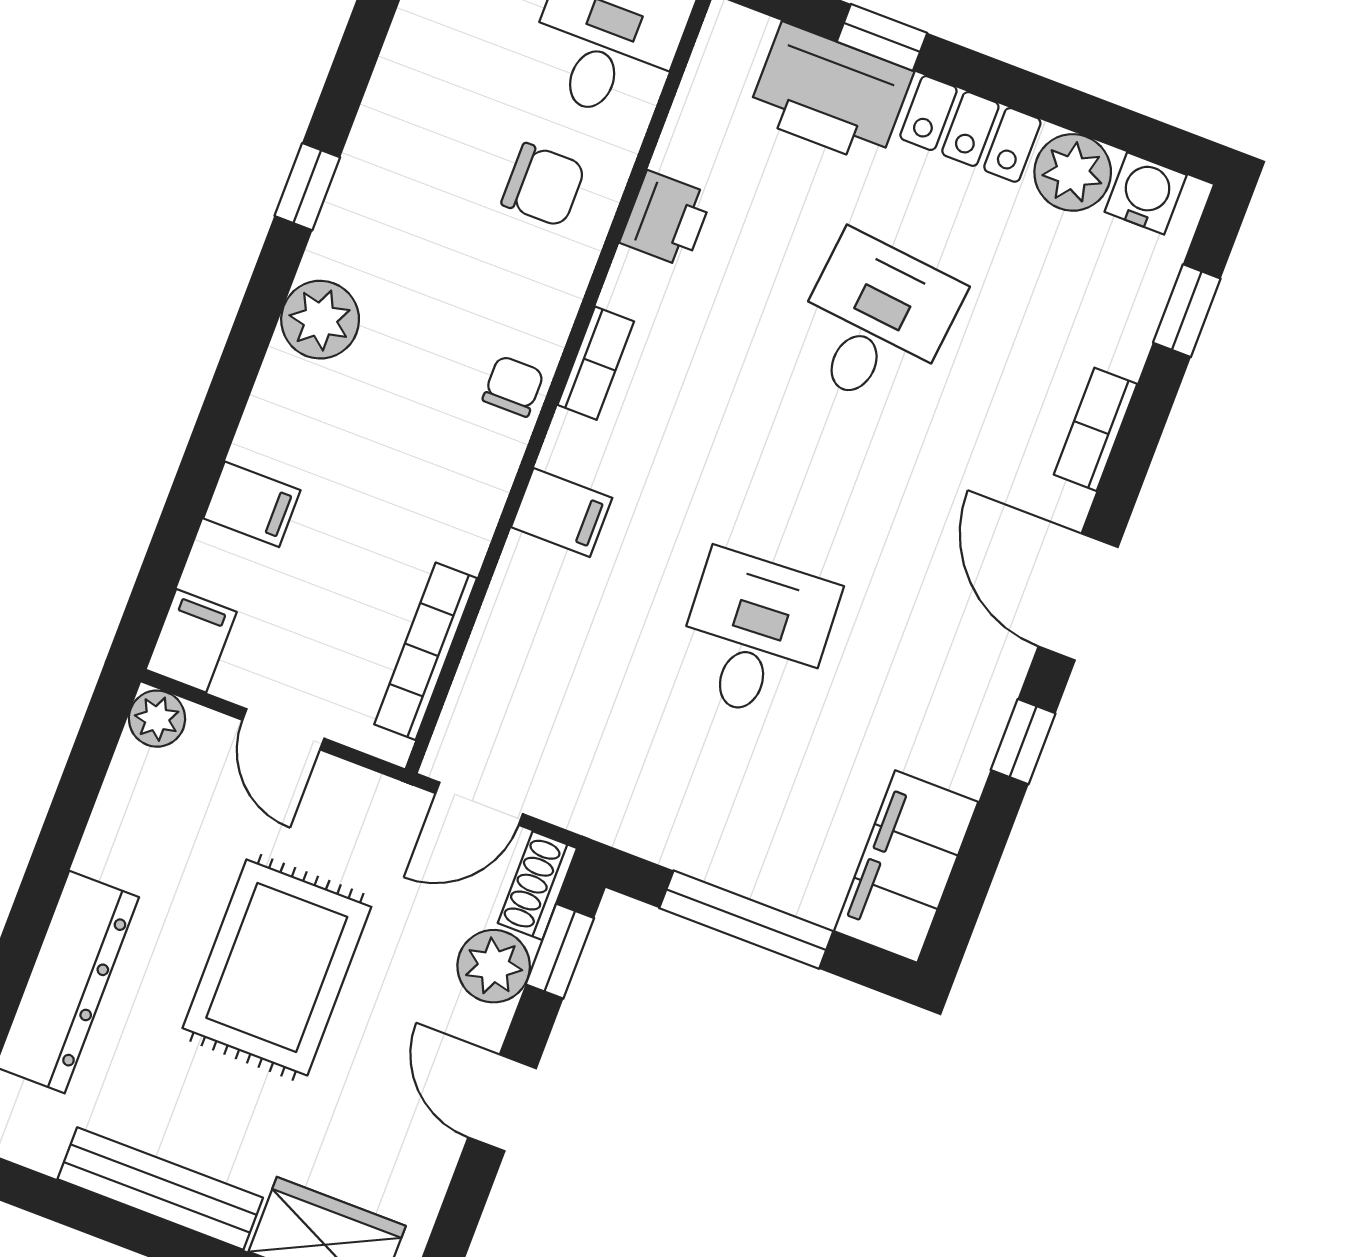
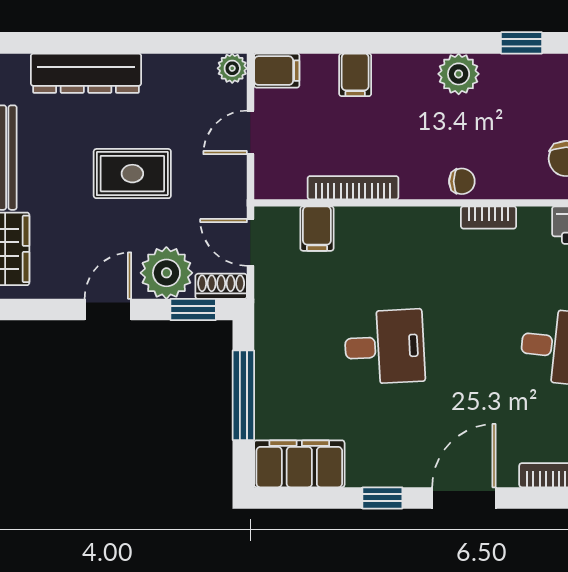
filing cabinet: (562, 512) -> (317, 229), moved
bookcase: (426, 651) -> (353, 188), moved
plant: (494, 966) -> (166, 273), width x1.36, depth x1.36
rug: (277, 967) -> (132, 174), width x0.73, depth x0.70

